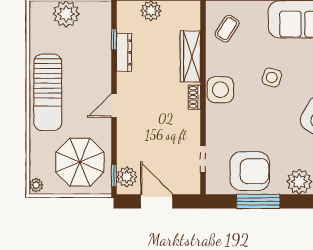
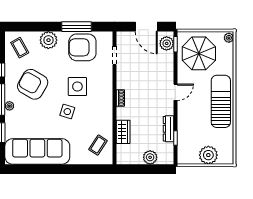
wardrobe: (190, 56) -> (123, 132), width x0.67
side table: (220, 90) -> (77, 86), moved

